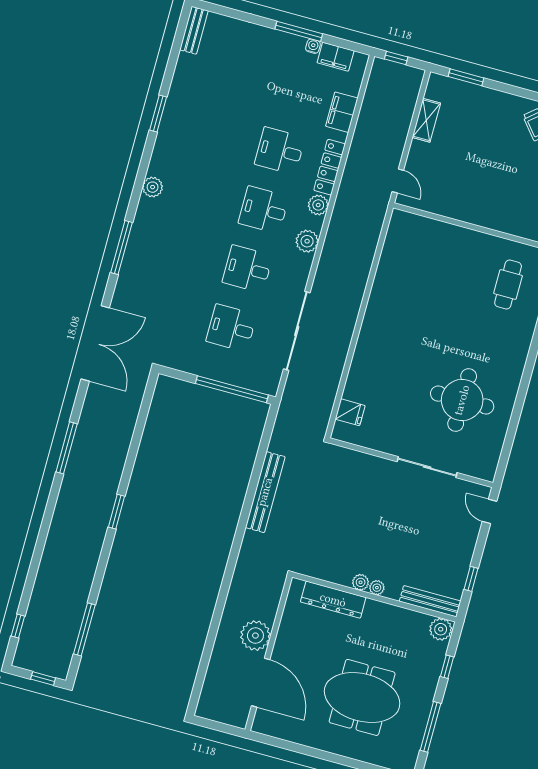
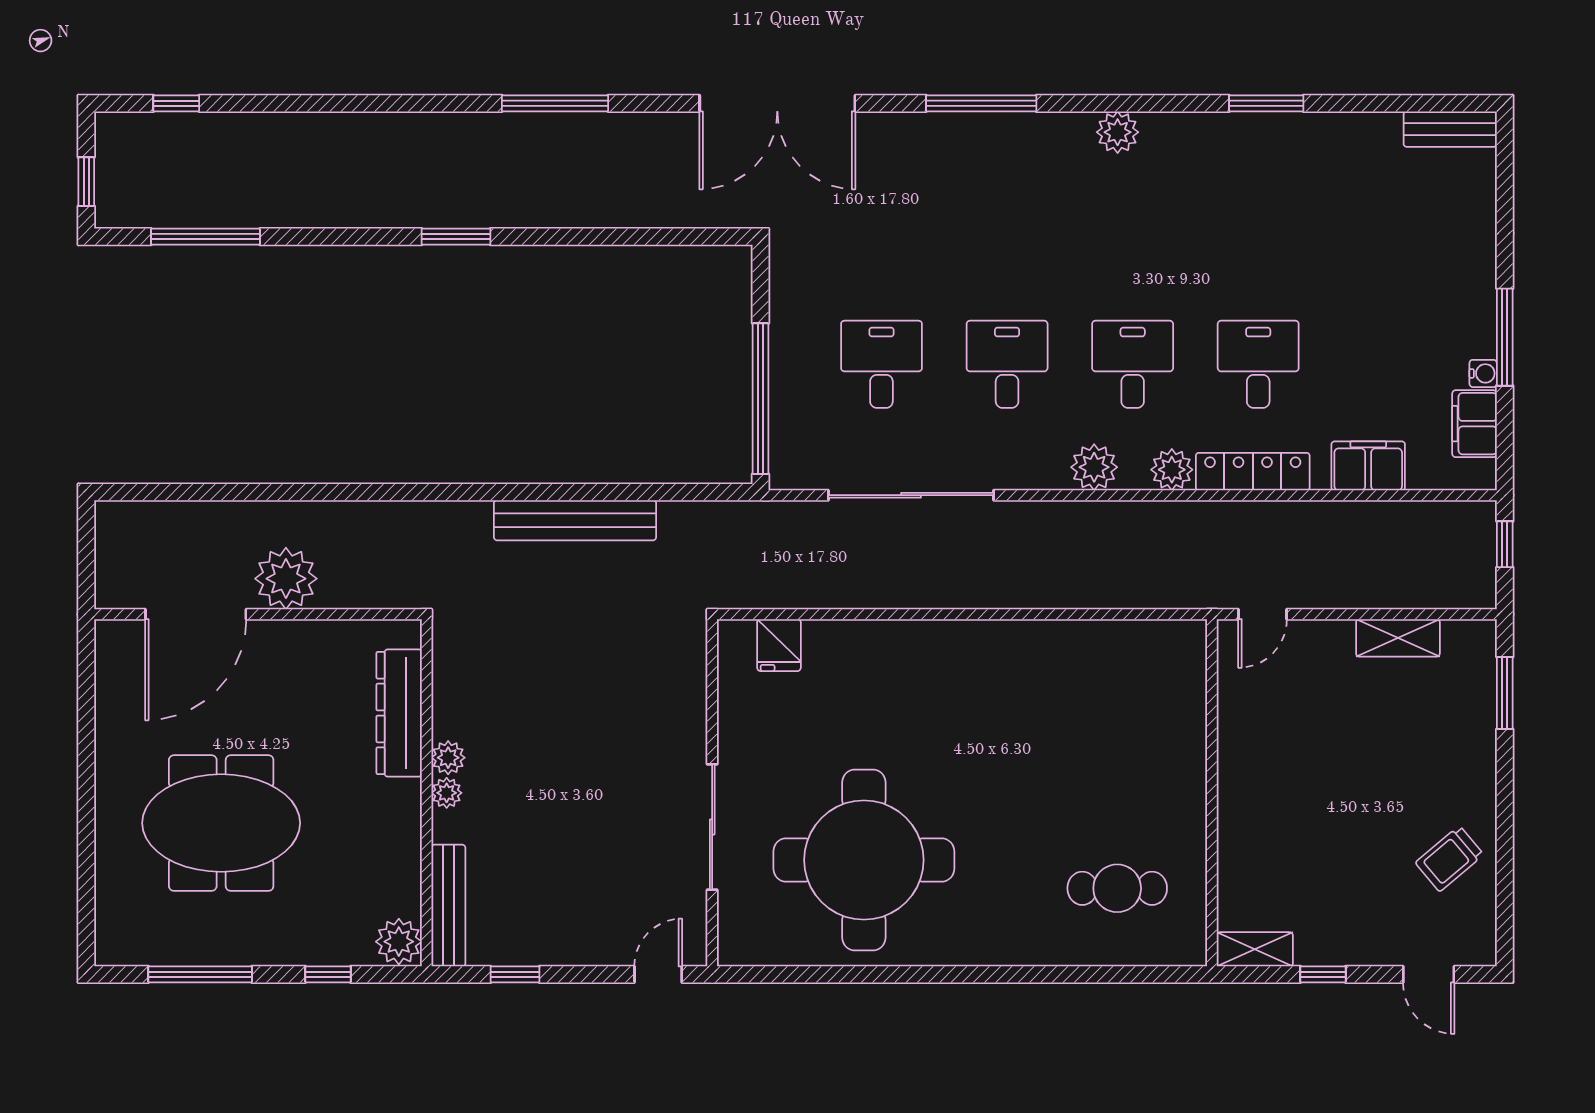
round table: (462, 400) -> (864, 860), width x1.36, depth x1.36
meeting table: (362, 697) -> (221, 823), turned 90

